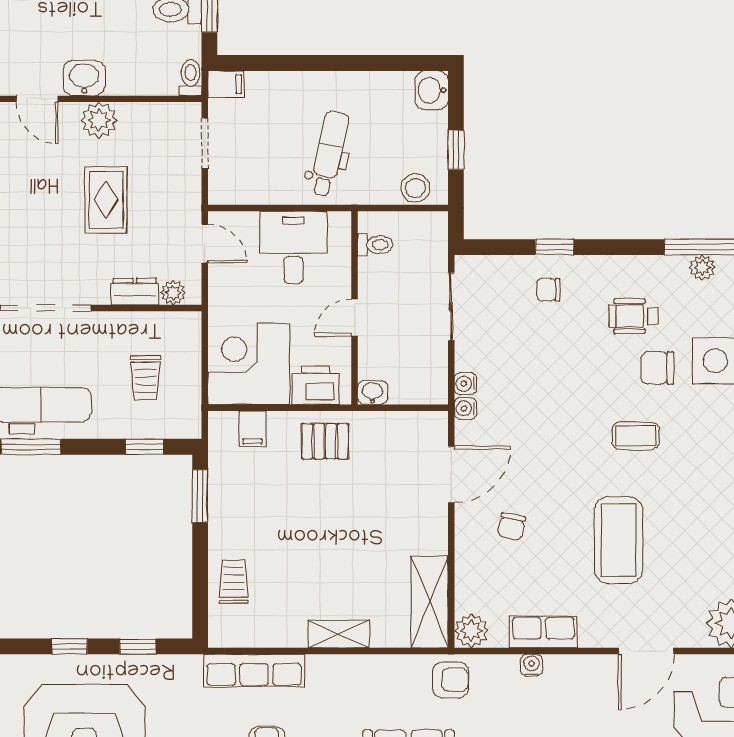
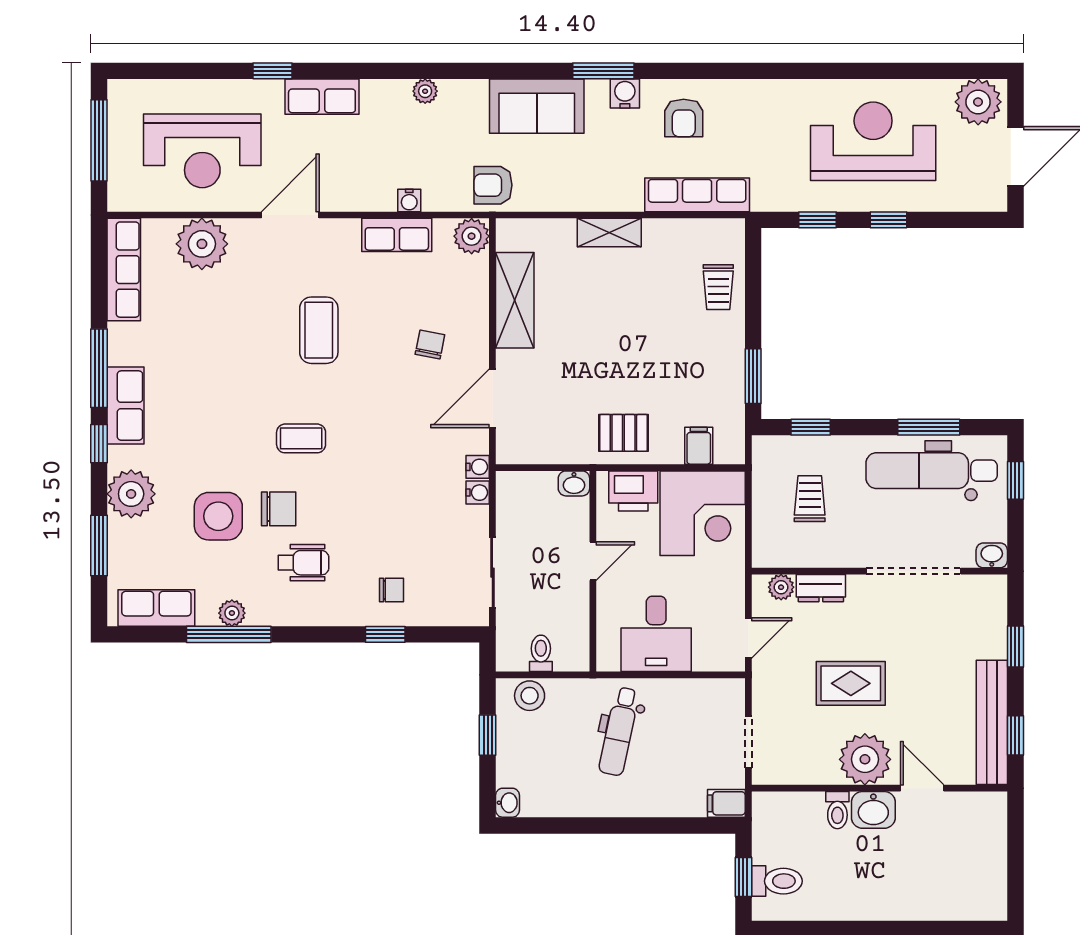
toilet: (191, 78) -> (837, 810), moved
washbasin: (432, 90) -> (507, 803), width x0.72, depth x0.69
plant: (99, 120) -> (865, 759), width x1.36, depth x1.36
rug: (106, 200) -> (851, 683), turned 90
door: (205, 244) -> (748, 638), swing flipped
toilet: (375, 245) -> (541, 653), moved, turned 90
coffee table: (619, 540) -> (319, 330), width x0.73, depth x0.76
shelving: (430, 602) -> (515, 300), moved

